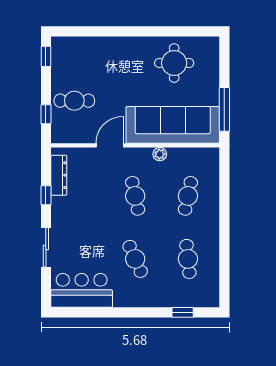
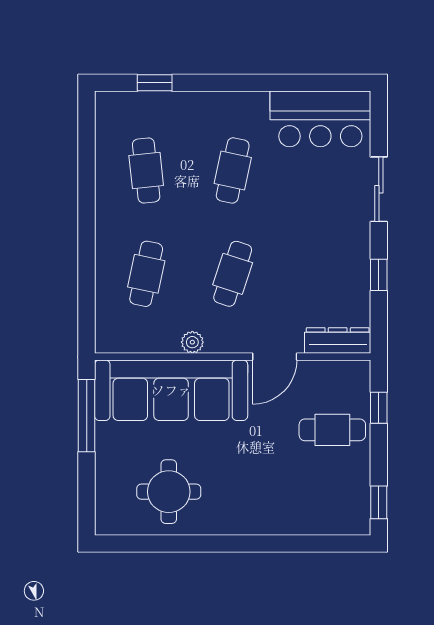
dresser: (59, 175) -> (338, 340), moved, turned 90
cafe table: (135, 196) -> (233, 274), turned 30
cafe table: (135, 259) -> (233, 170), turned 36

